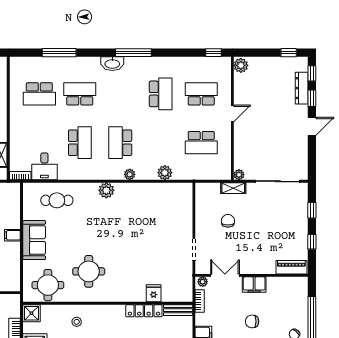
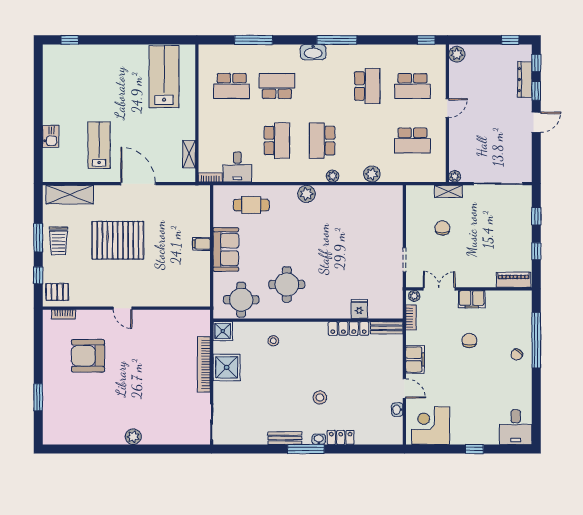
school desk: (201, 94) -> (413, 86), turned 180
chair: (252, 321) -> (469, 340), turned 91

